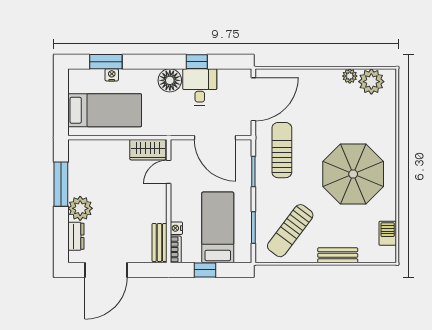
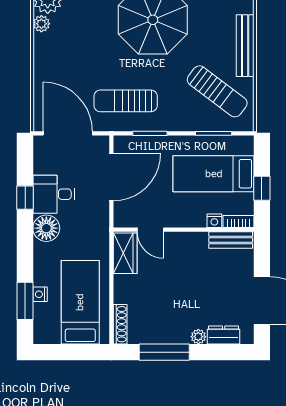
shoe rack: (85, 145) -> (120, 324), added
plant: (80, 208) -> (198, 337), width x0.53, depth x0.53
bench: (338, 255) -> (245, 46), width x1.36

